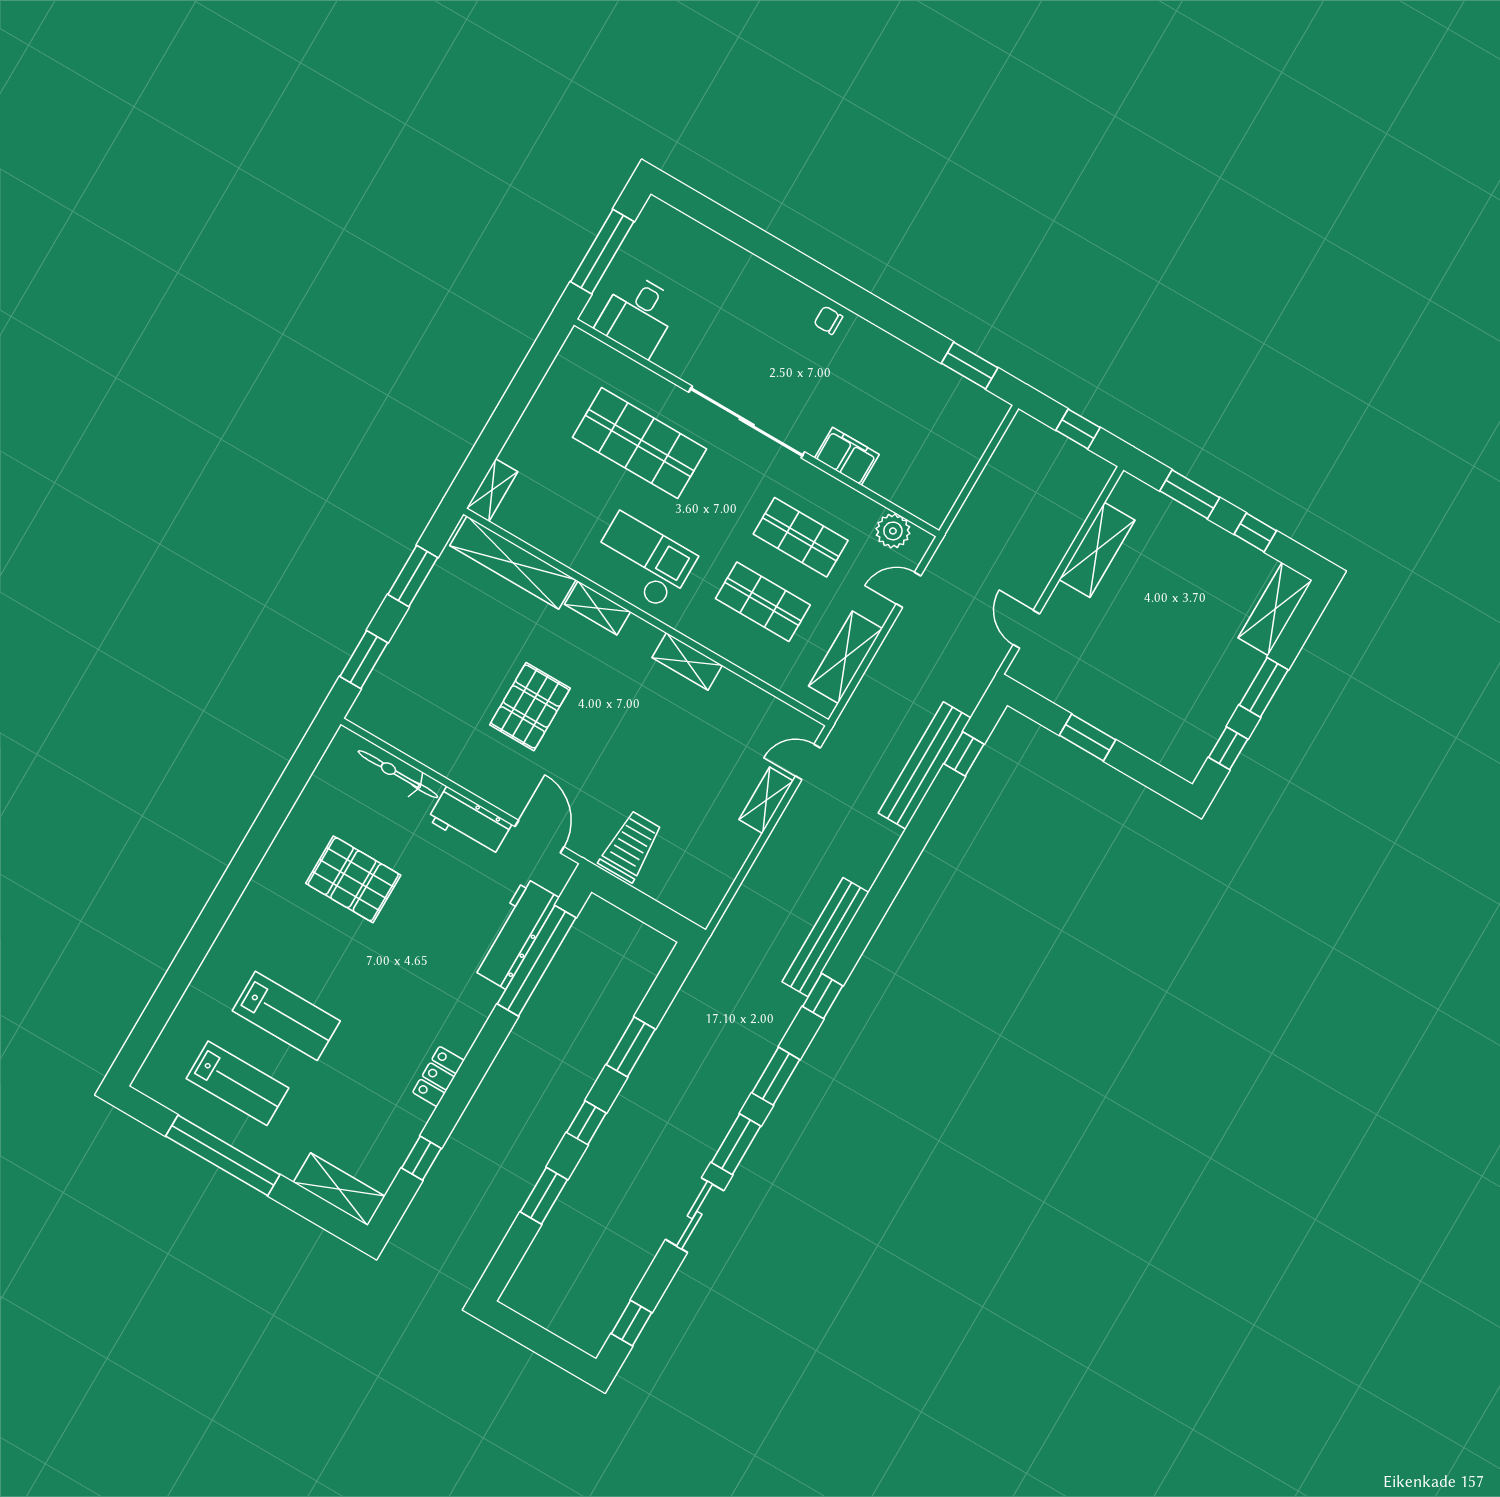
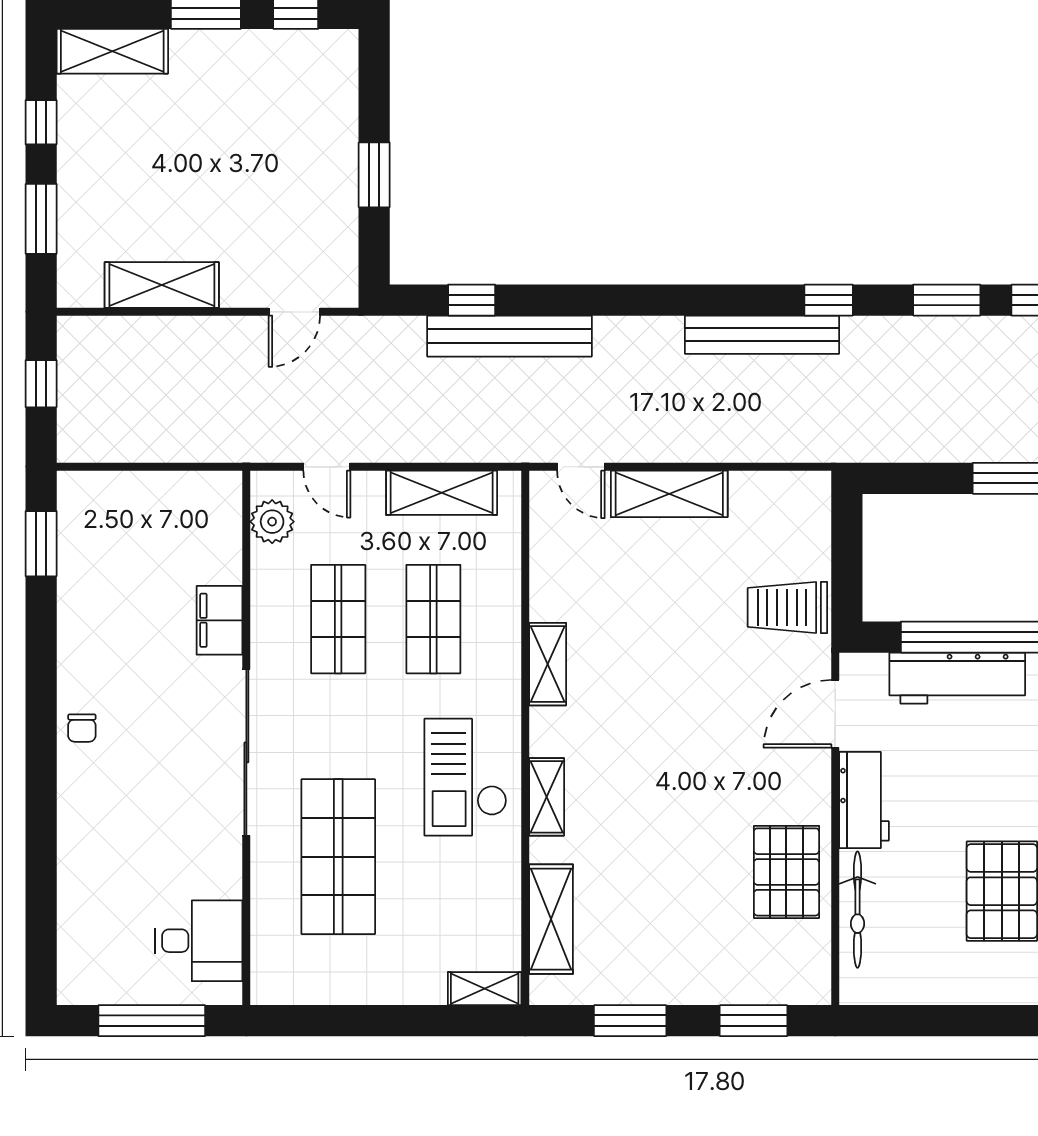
shelving: (513, 563) -> (551, 919), width x0.68
pallet: (530, 707) -> (786, 872), moved, turned 90
shelving: (766, 800) -> (669, 494), width x1.50, depth x1.33

